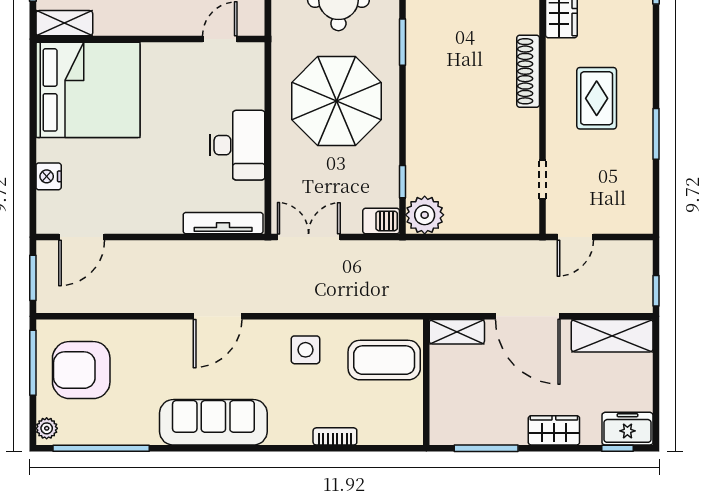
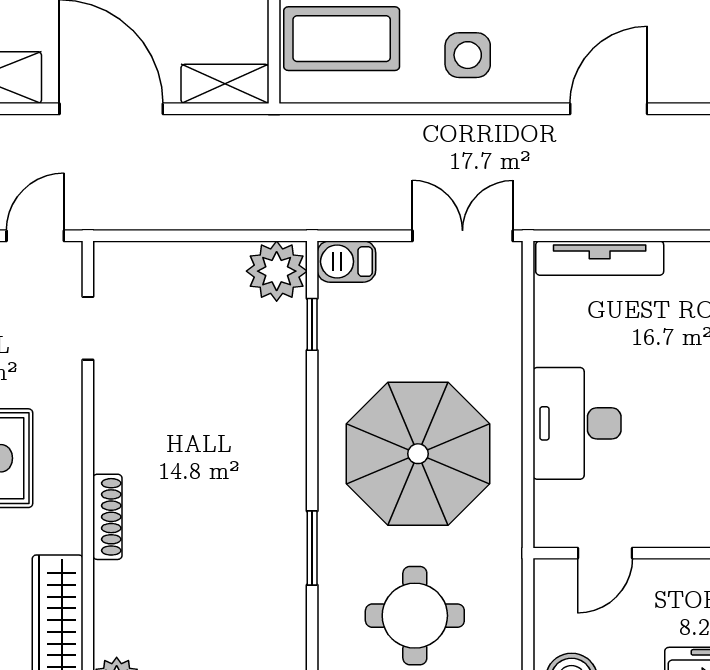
shoe rack: (528, 71) -> (107, 517), width x0.74, depth x0.81
desk: (237, 145) -> (577, 423), moved
double door: (309, 237) -> (463, 236), swing flipped

